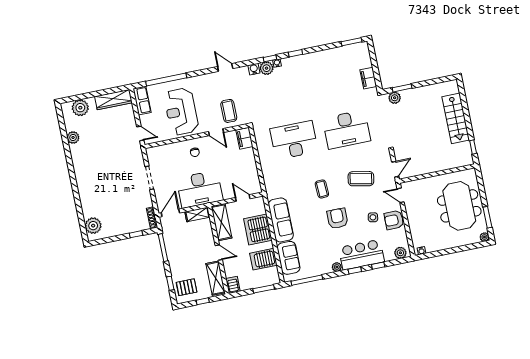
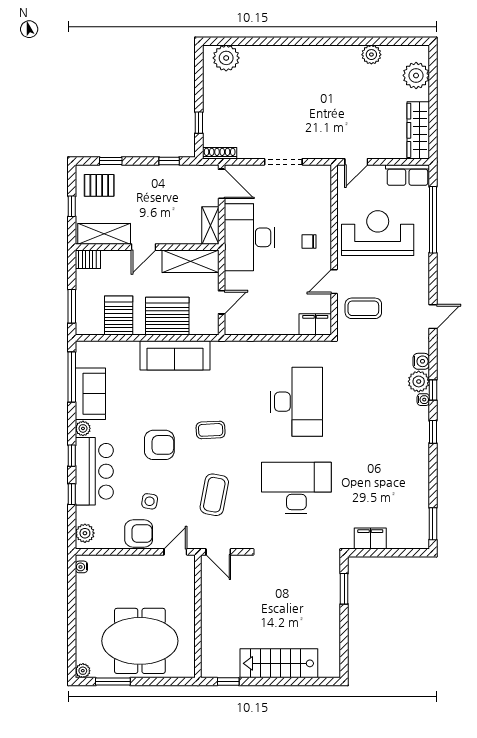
plant: (395, 98) -> (331, 574), removed
desk: (347, 129) -> (296, 488), turned 90
armchair: (394, 220) -> (139, 533), turned 90
window: (163, 248) -> (169, 161), width x0.46
sofa: (289, 258) -> (90, 394), moved, turned -90
pallet: (187, 287) -> (99, 185), turned 90

